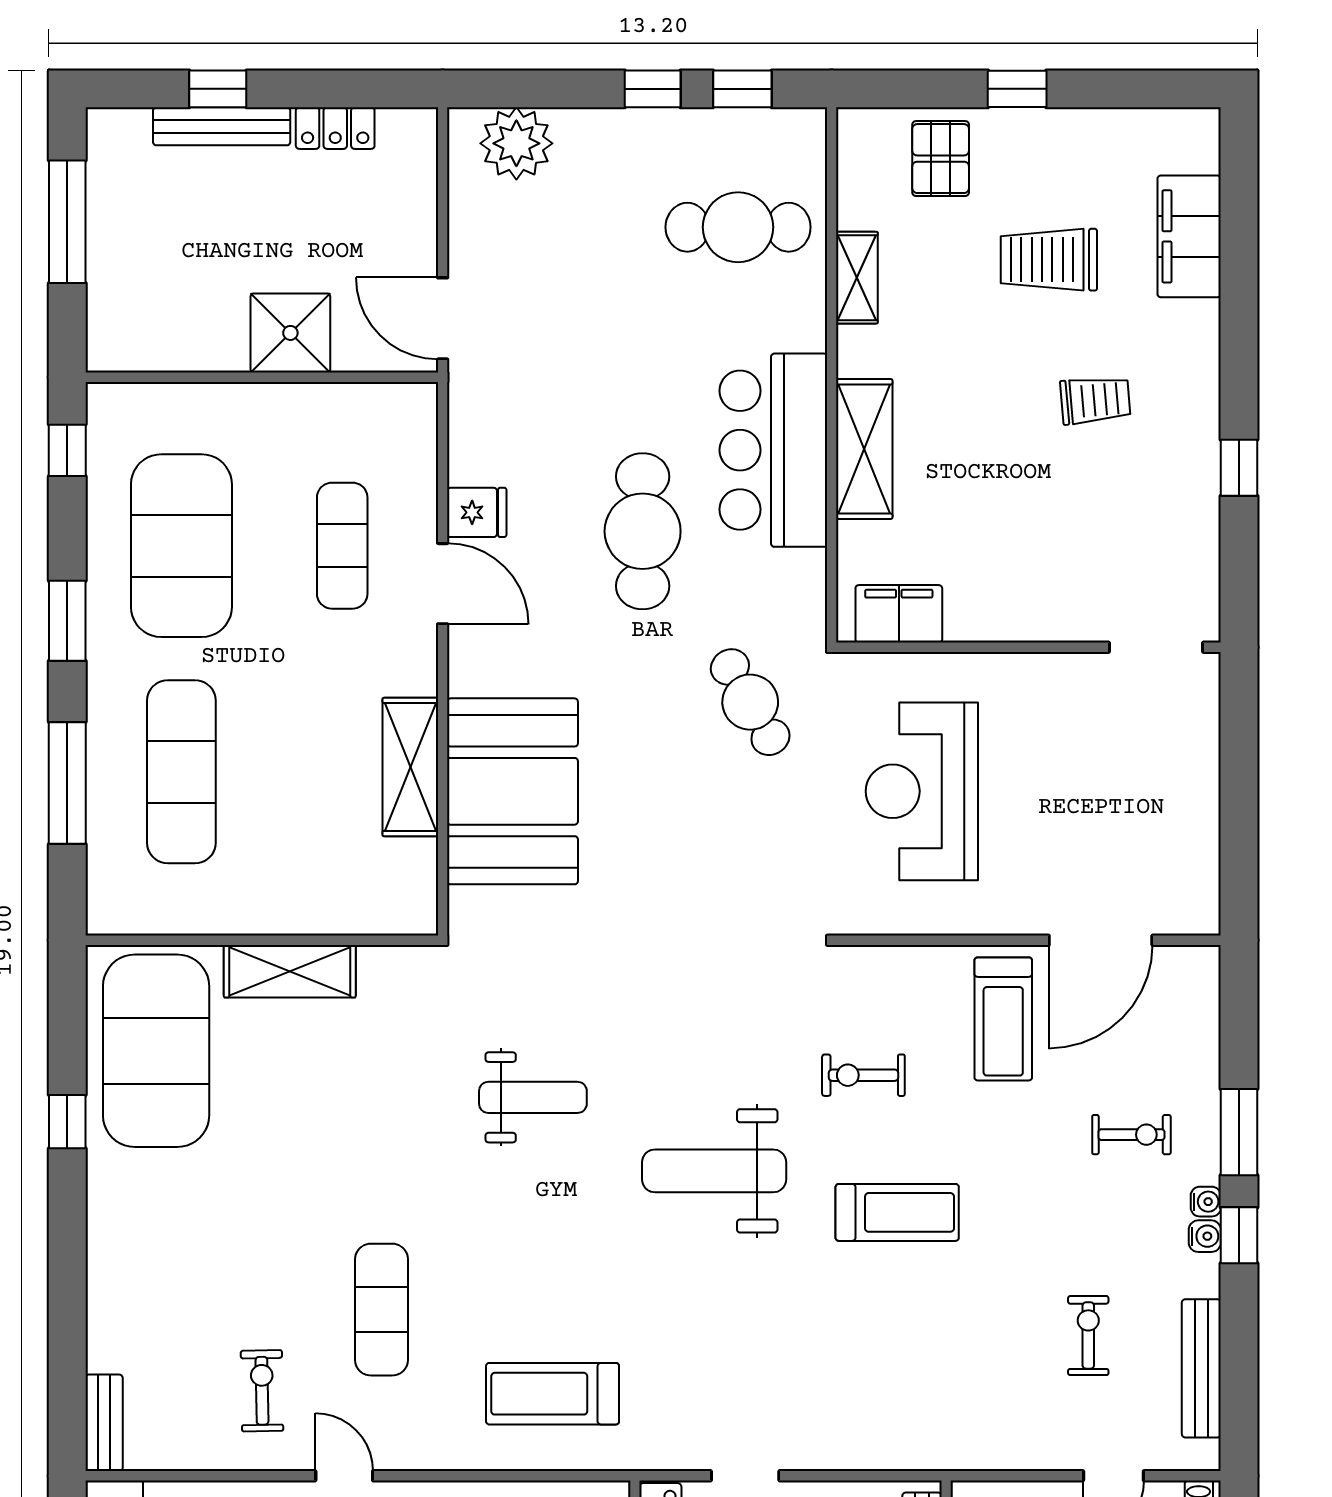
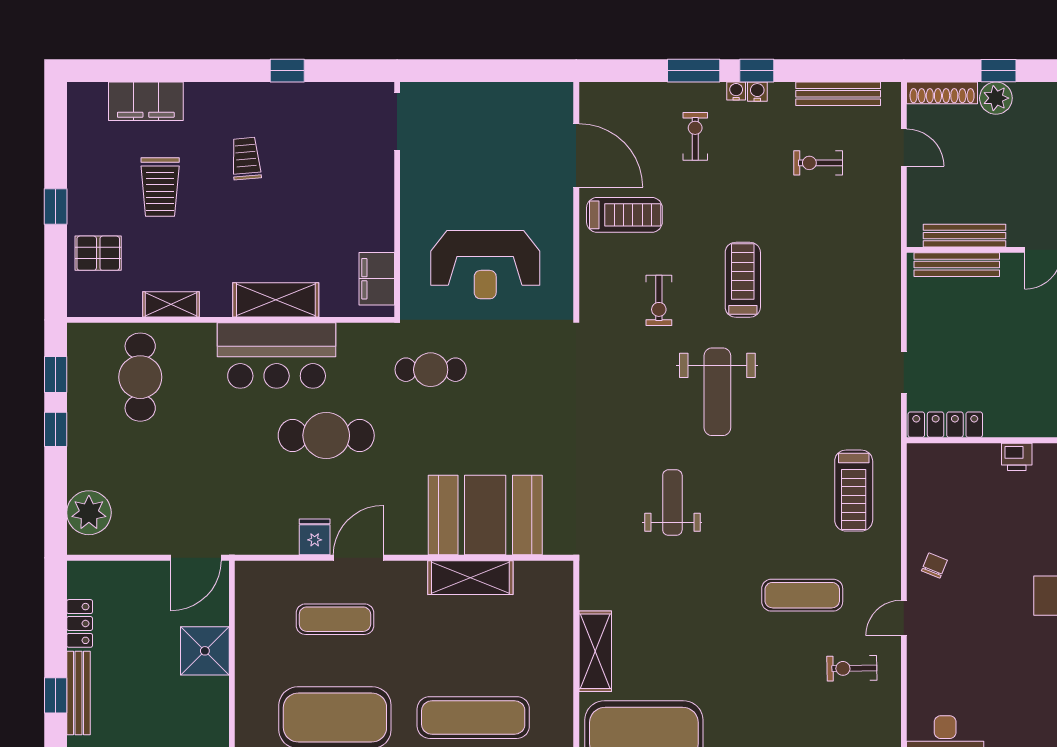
cafe table: (750, 702) -> (431, 370), turned 30

